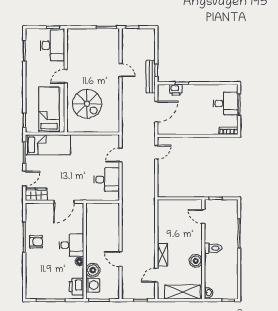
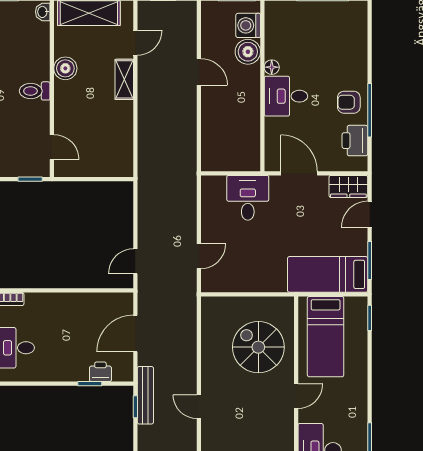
desk: (107, 179) -> (248, 198), moved, turned 90
door: (64, 202) -> (299, 173), hinge flipped
printer: (76, 287) -> (355, 141), moved, turned 180

